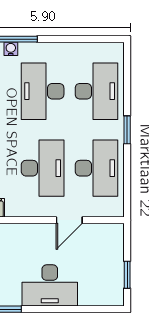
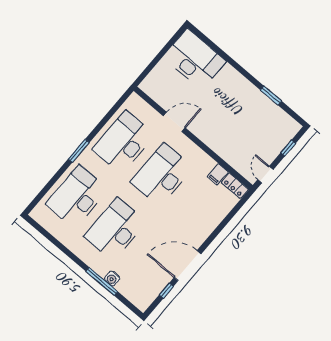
desk: (43, 91) -> (115, 229), turned 180
window: (127, 275) -> (166, 48), removed
desk: (50, 285) -> (194, 59), moved

